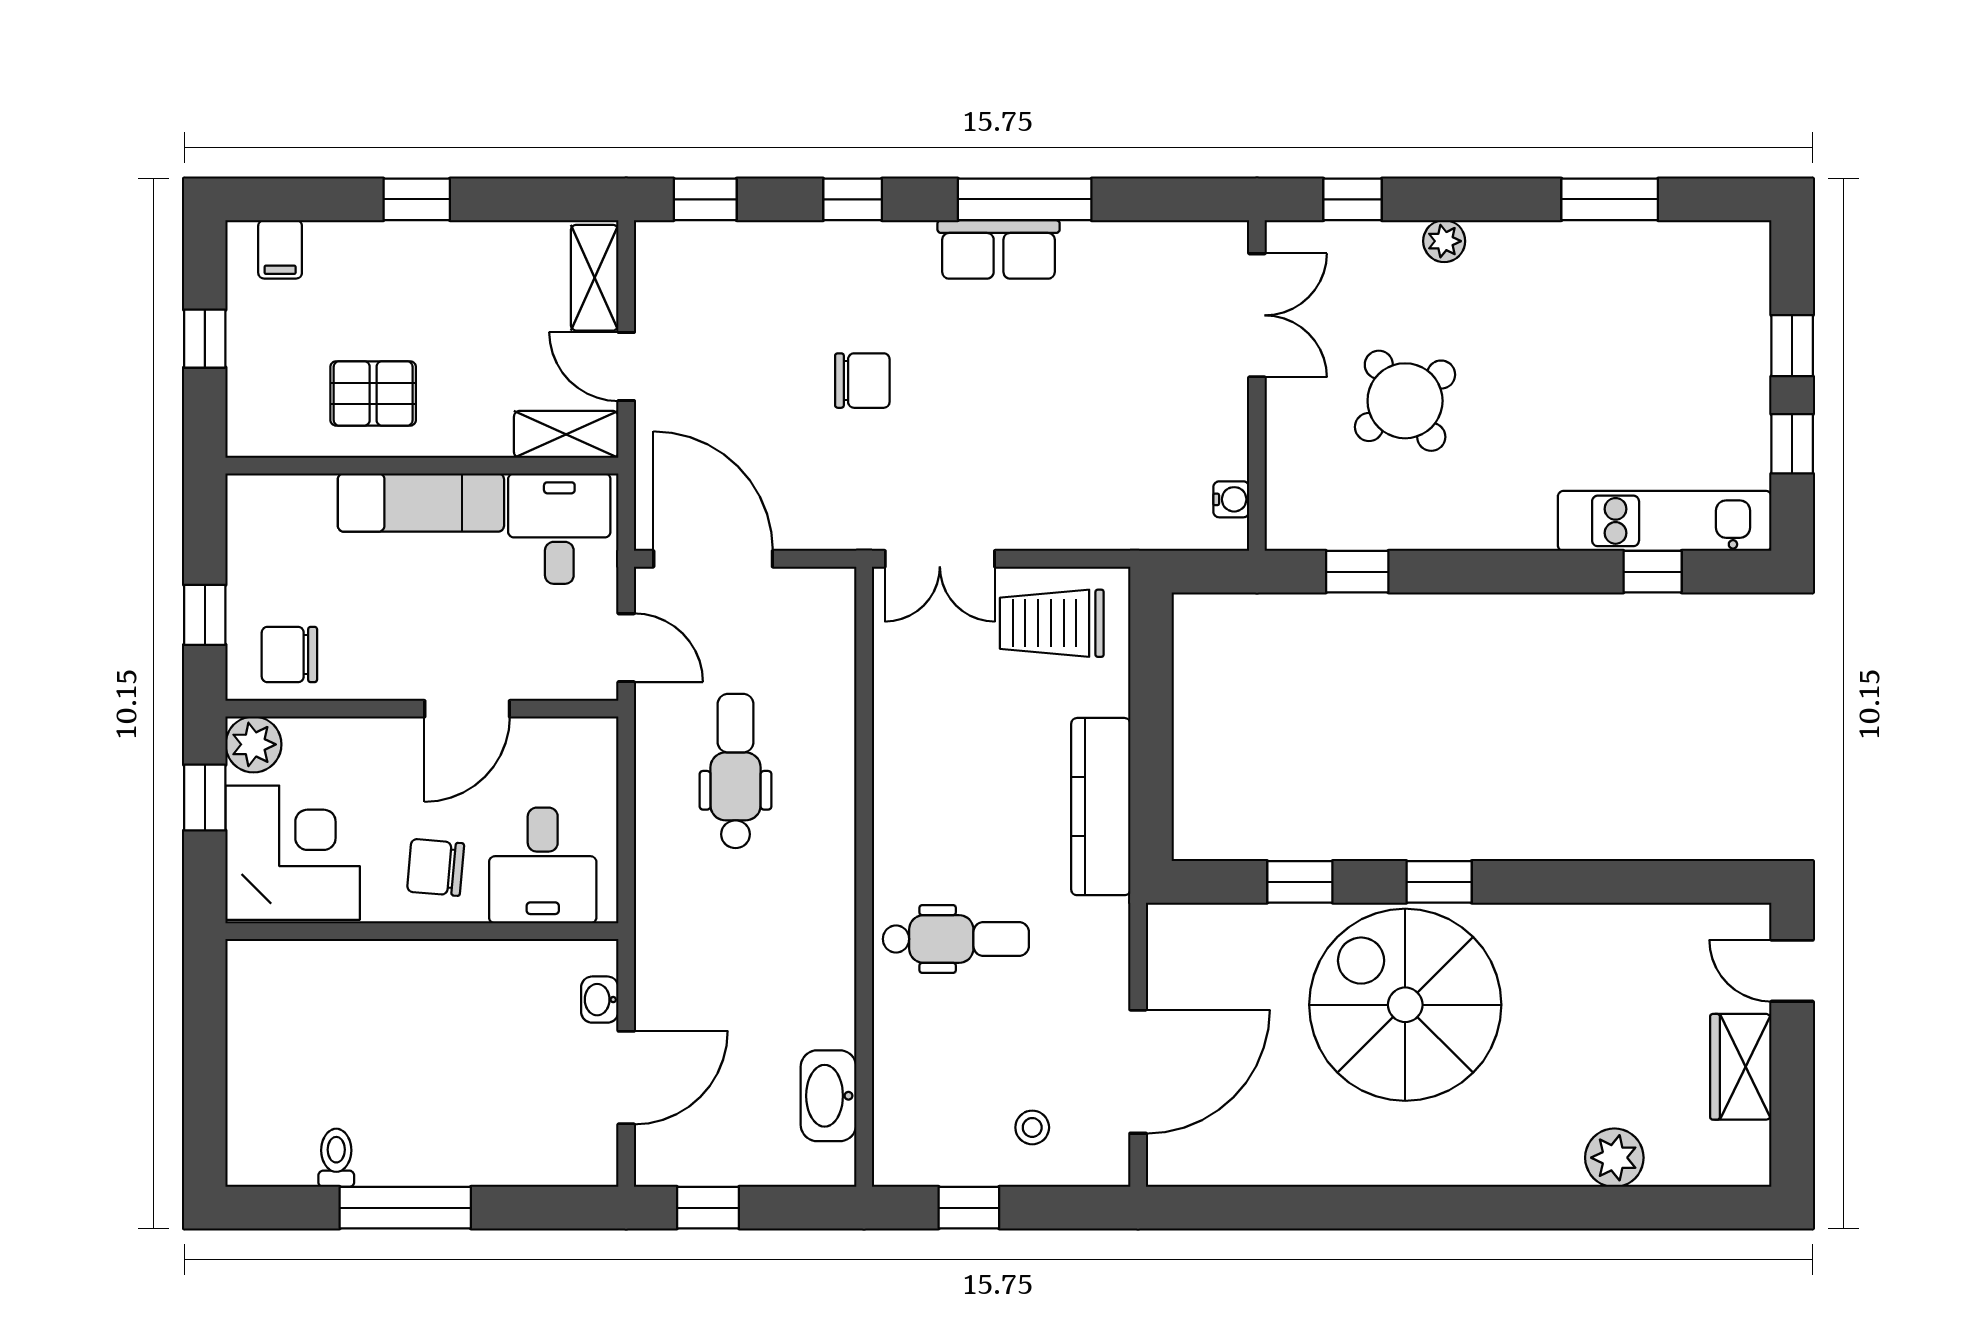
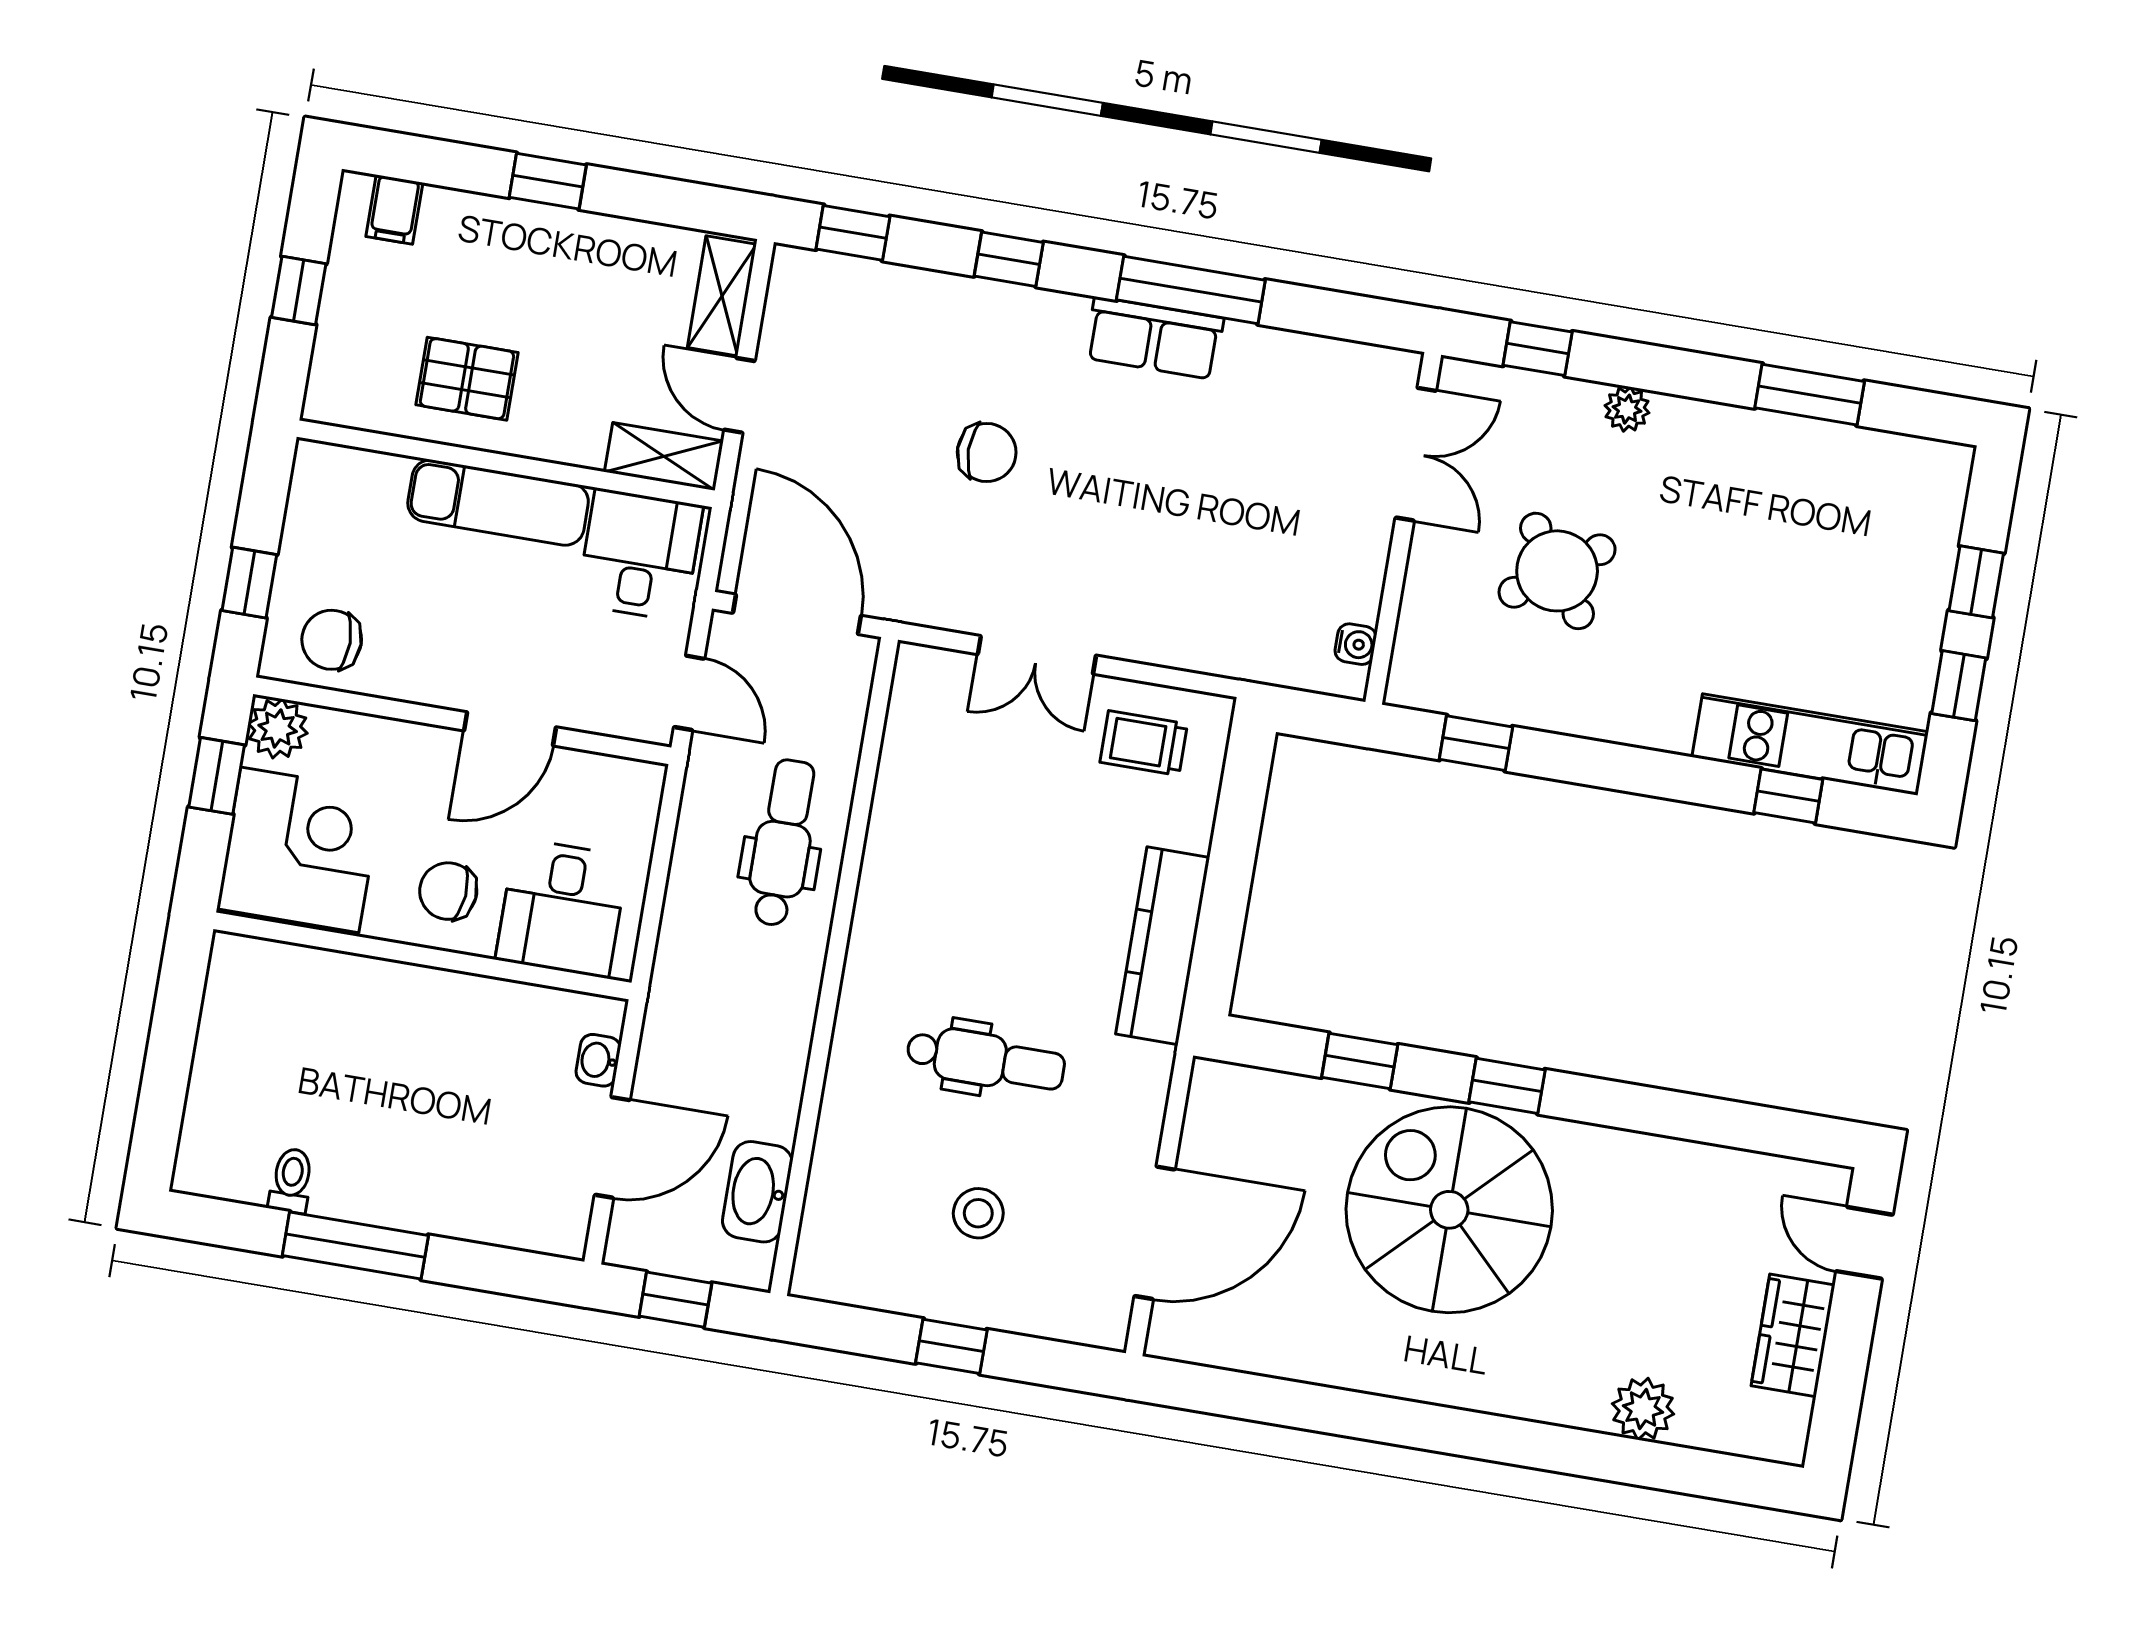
trolley: (1052, 623) -> (1144, 743), width x0.73, depth x0.72
wall: (864, 877) -> (834, 966), moved
washbasin: (828, 1096) -> (757, 1192), moved
stool: (1032, 1127) -> (978, 1213), moved, width x1.37, depth x1.37

